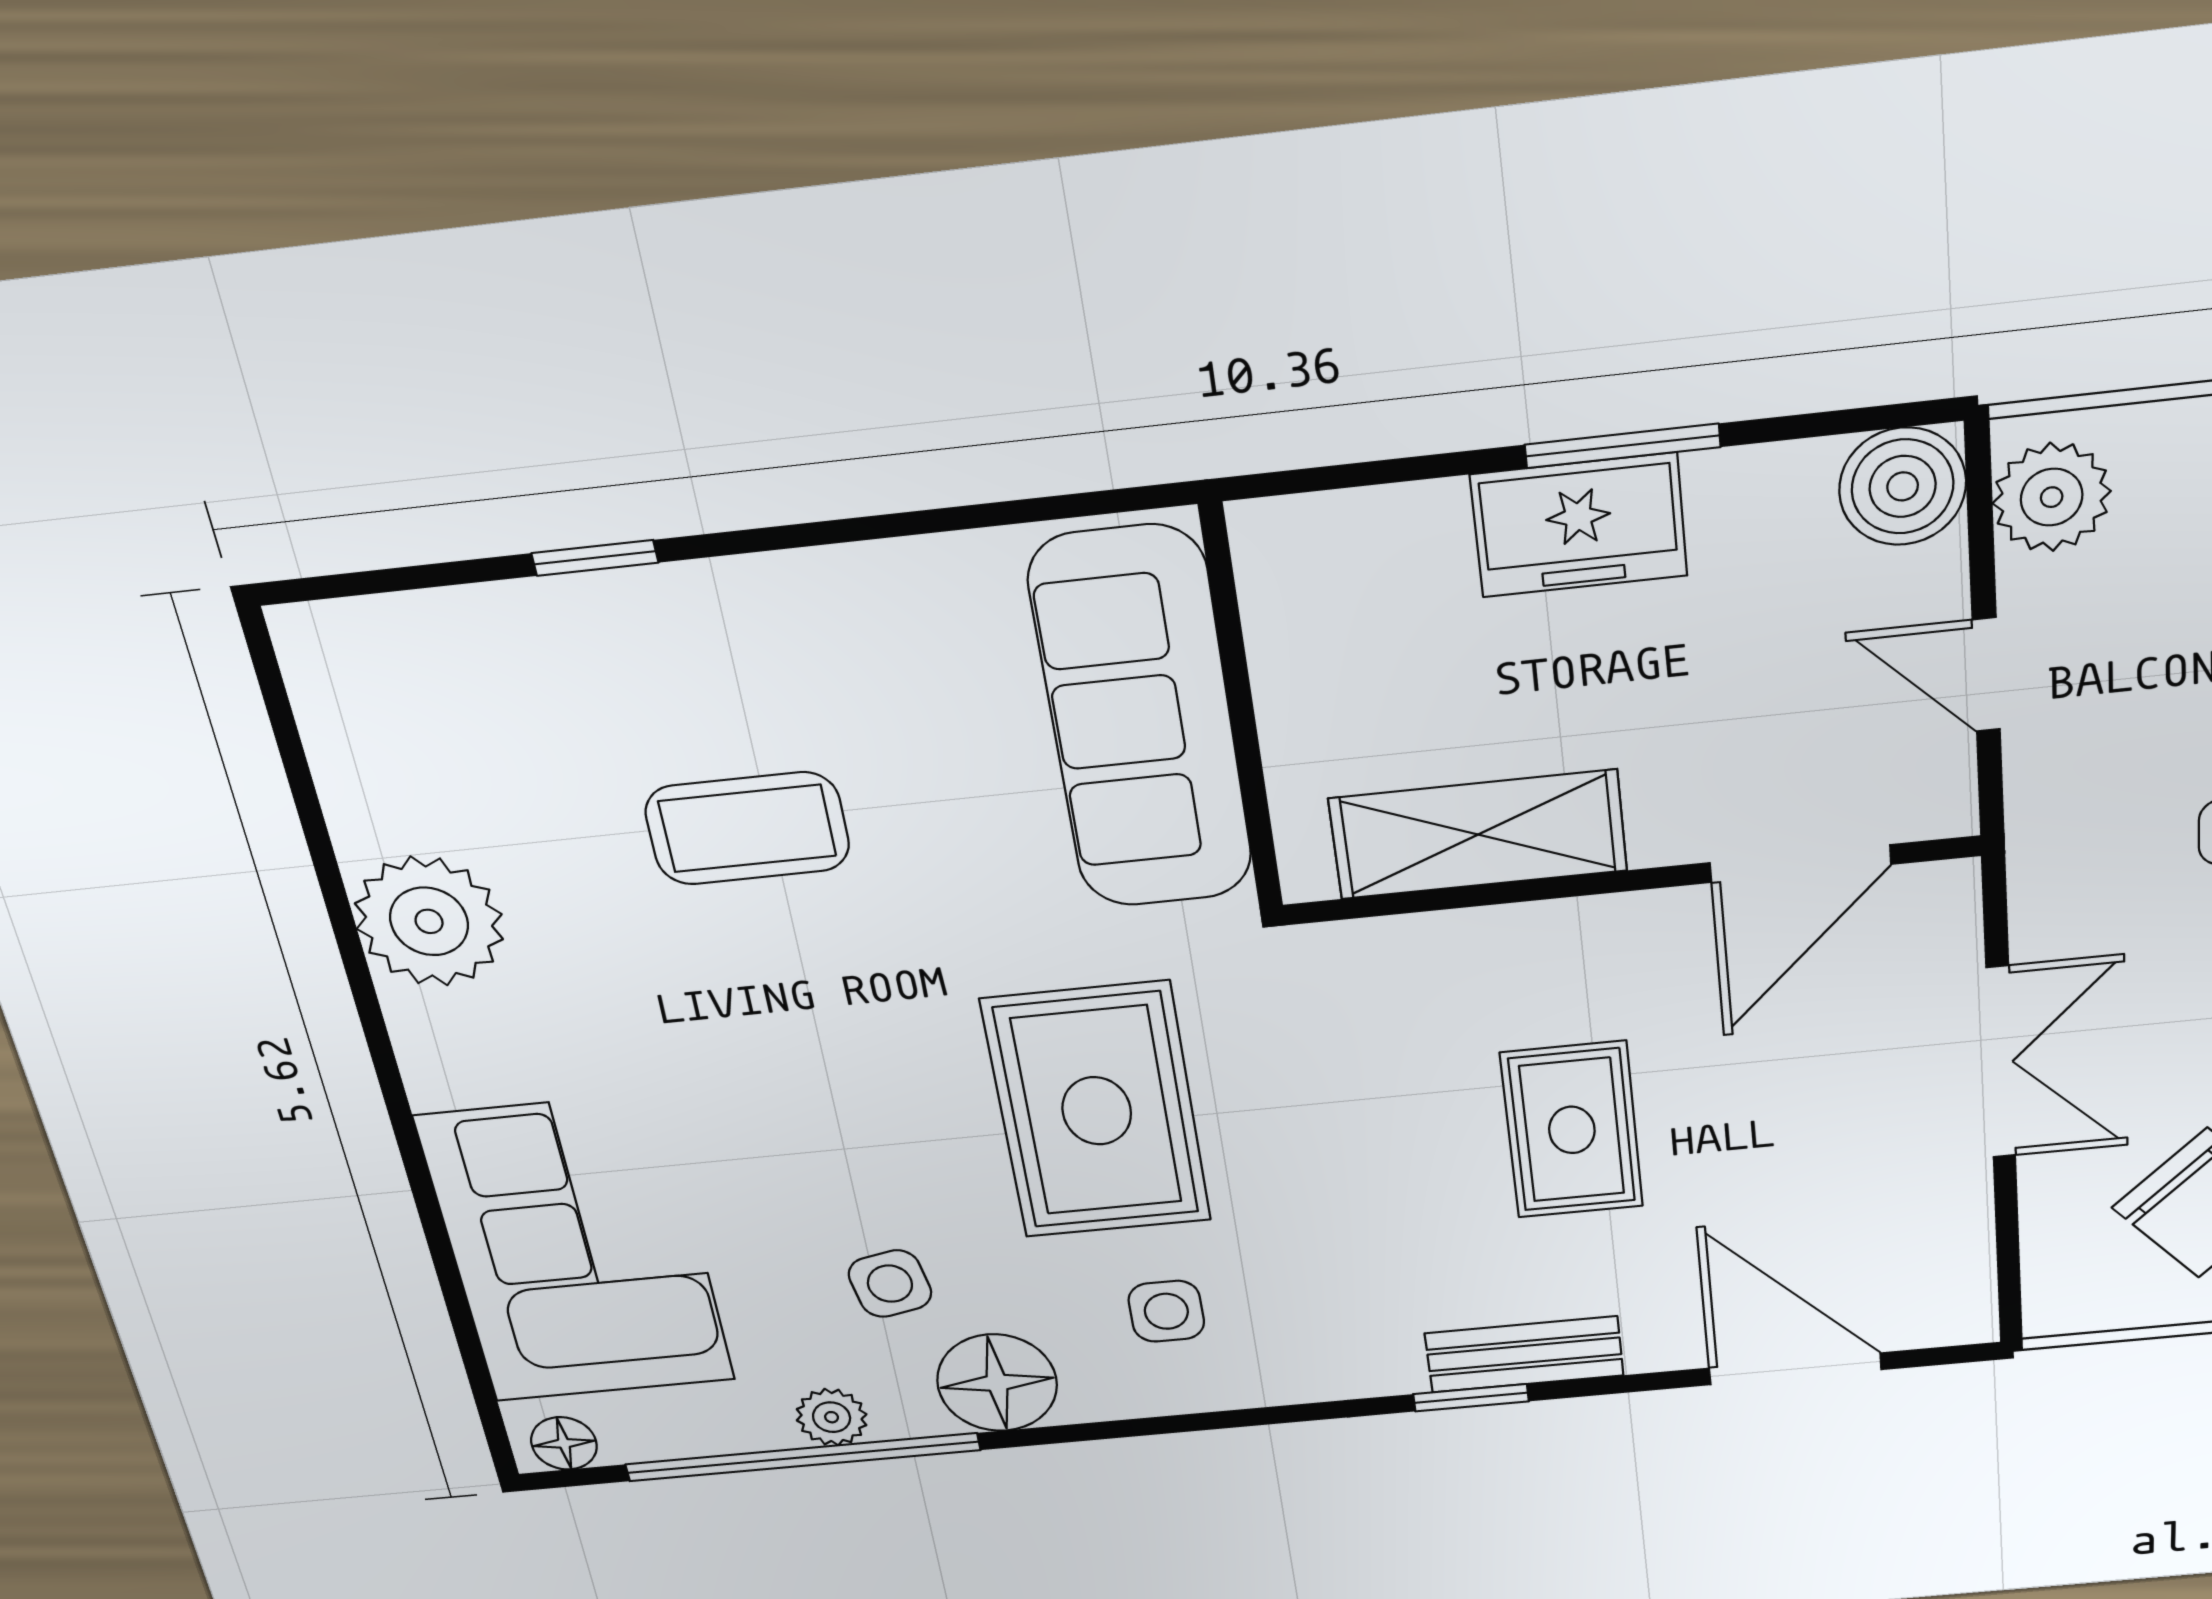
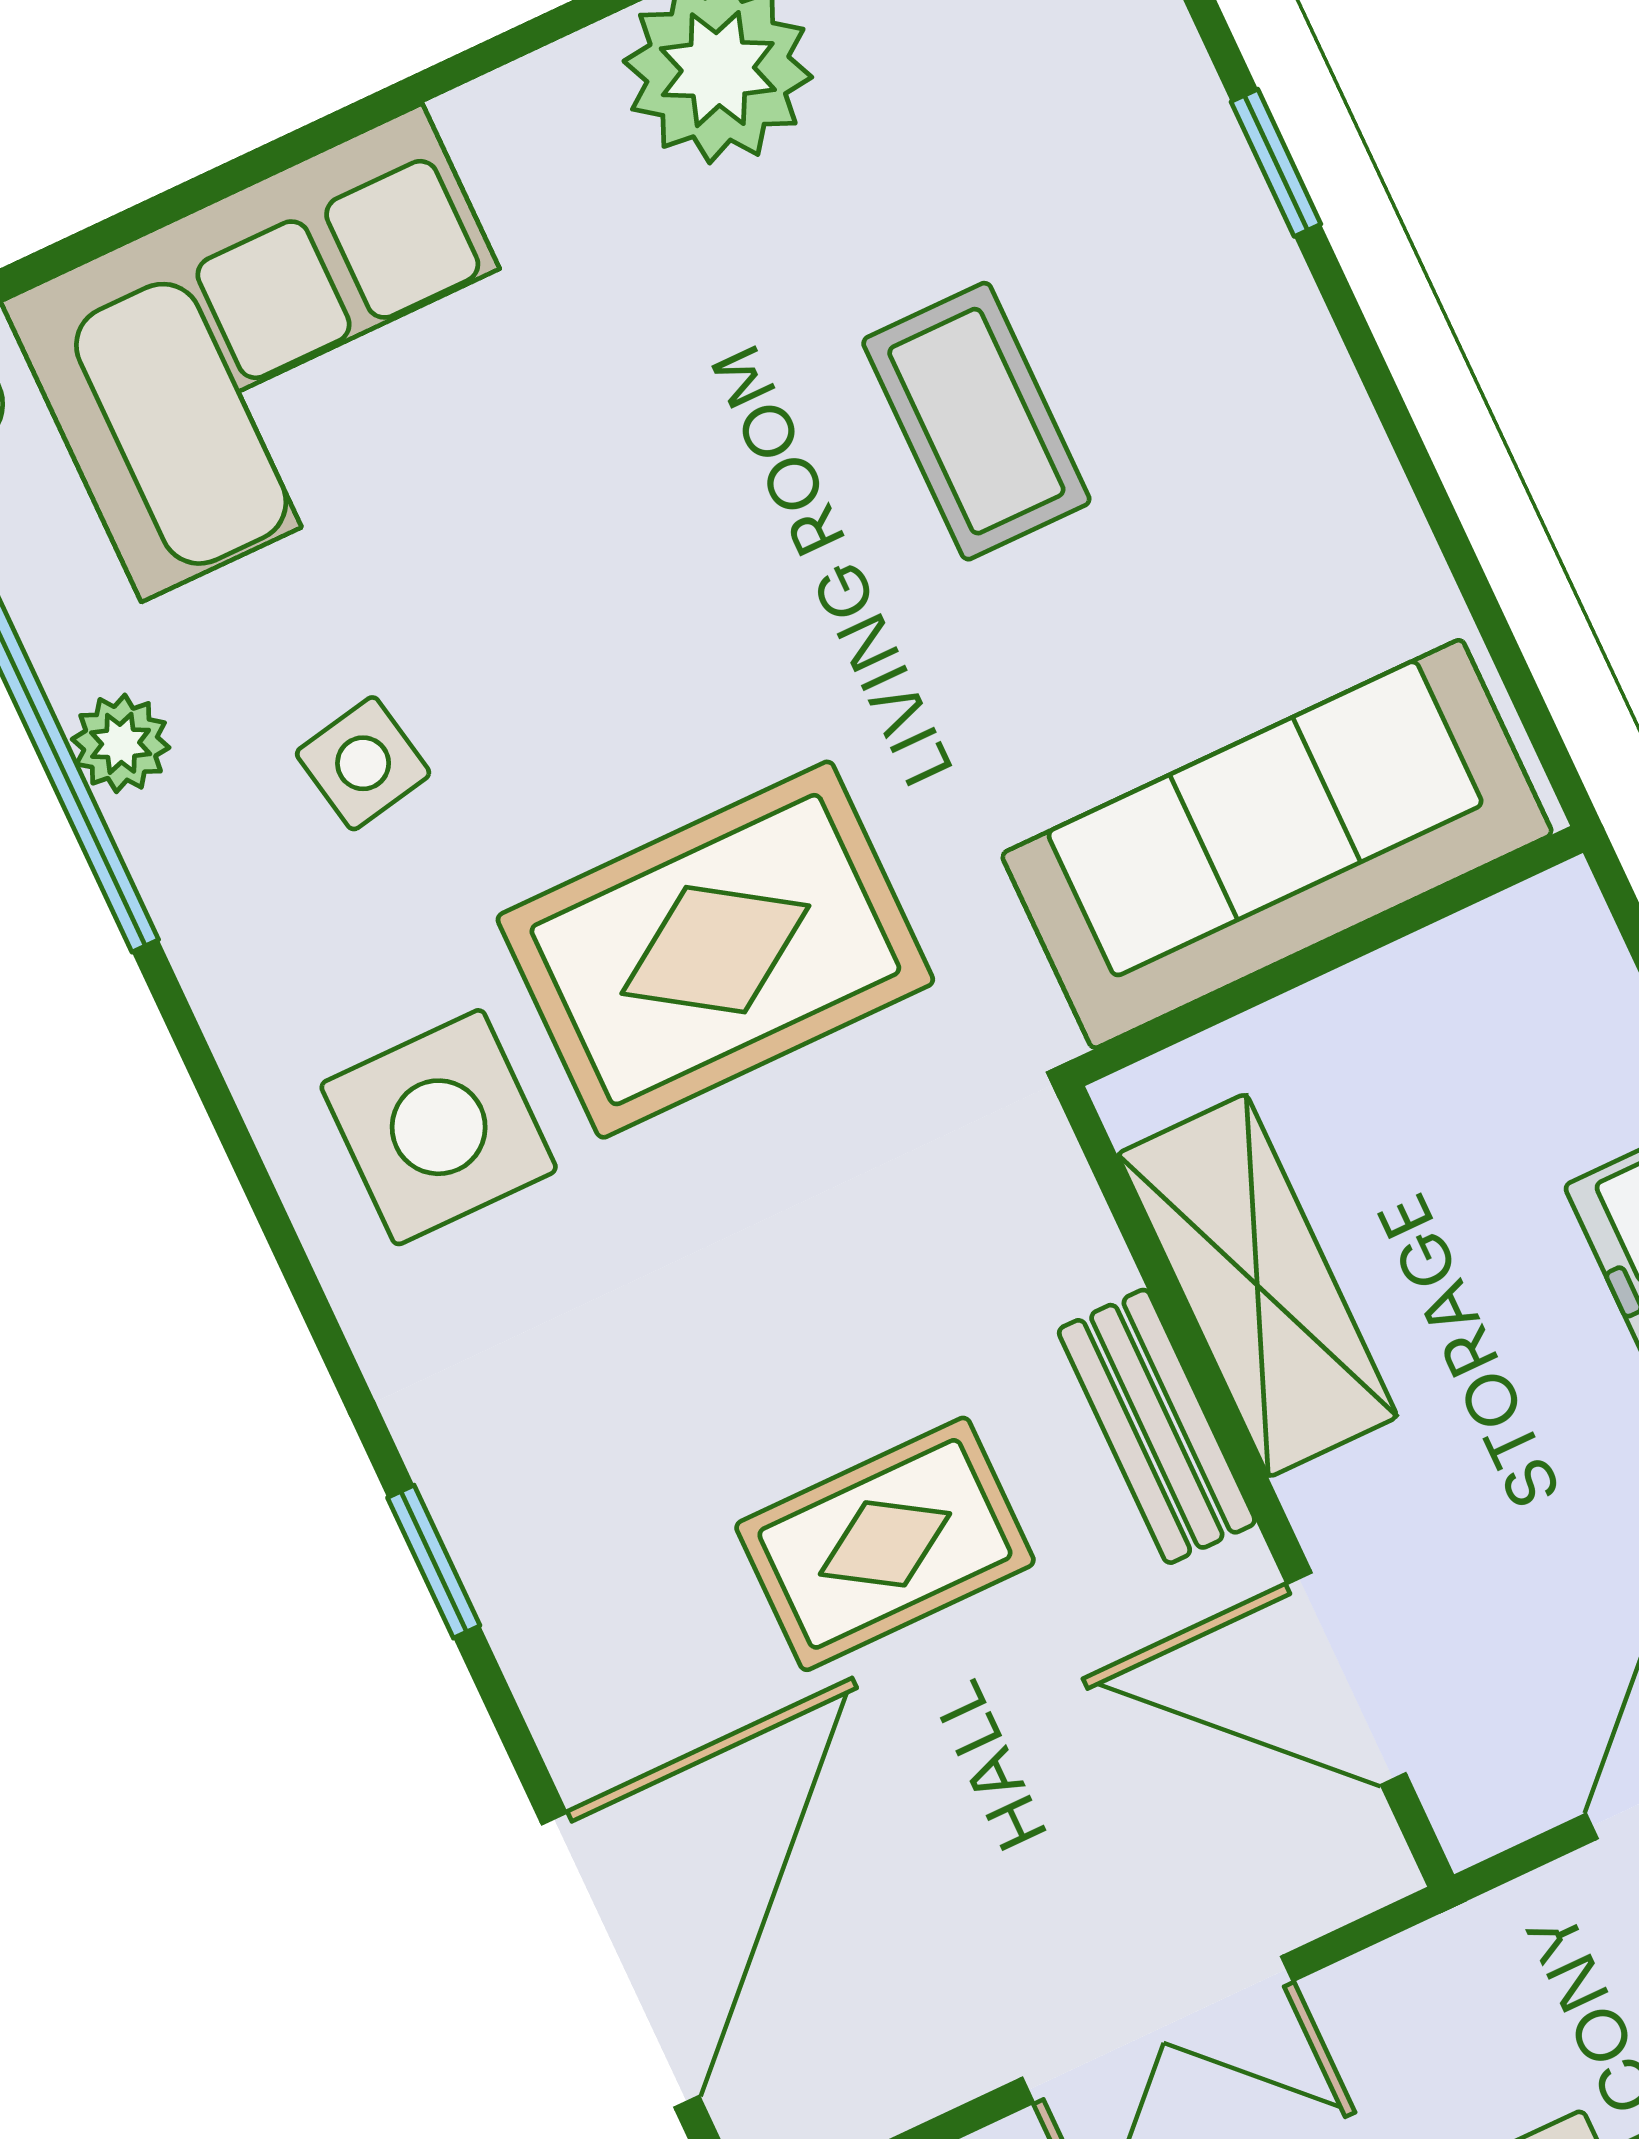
side table: (1166, 1311) -> (439, 1127), width x1.87, depth x1.87
bench: (1524, 1354) -> (1157, 1426), moved
door: (1795, 1369) -> (620, 1960), width x1.36
floor lamp: (997, 1383) -> (250, 943), removed

